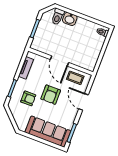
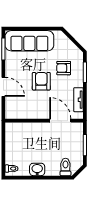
washbasin: (70, 19) -> (37, 169), moved
door: (60, 61) -> (60, 121), moved
coffee table: (75, 78) -> (22, 109), removed

